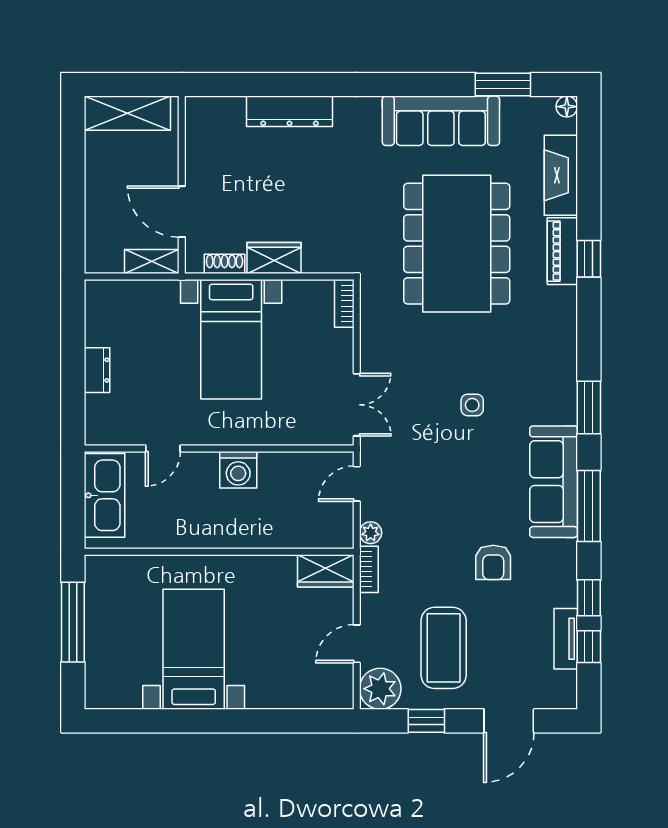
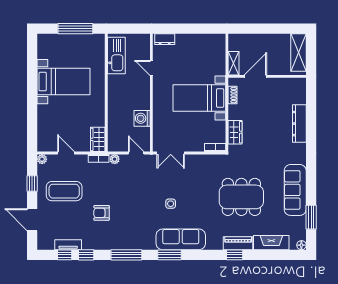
dining table: (457, 244) -> (241, 197), width x0.73, depth x0.80
wardrobe: (274, 258) -> (235, 132), moved
dresser: (97, 370) -> (165, 39), moved
washing machine: (238, 470) -> (142, 118), moved
sofa: (554, 482) -> (181, 239), moved
kitchen sink: (105, 495) -> (116, 55), moved, turned -90
plant: (380, 689) -> (42, 159), width x0.53, depth x0.53

